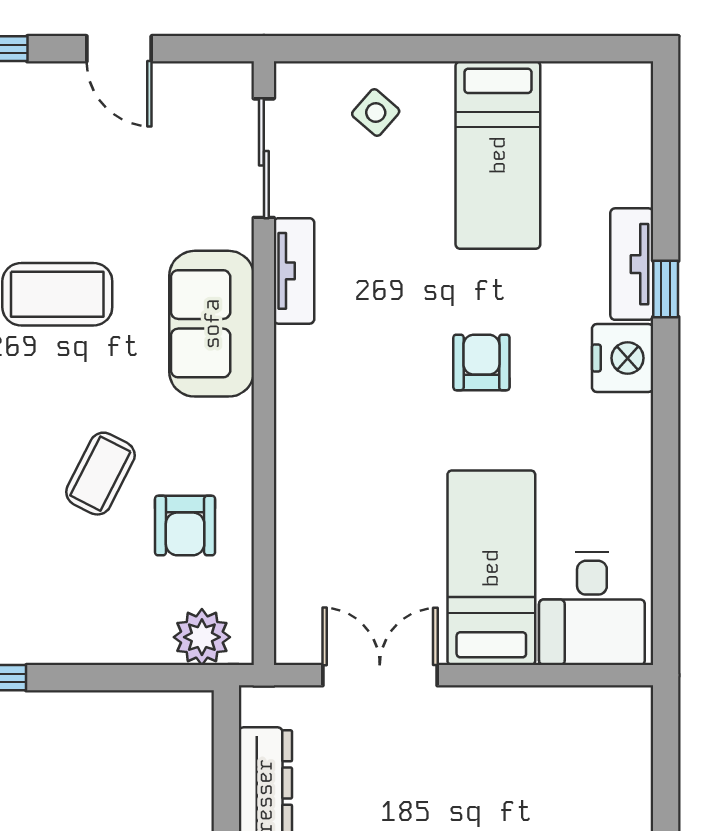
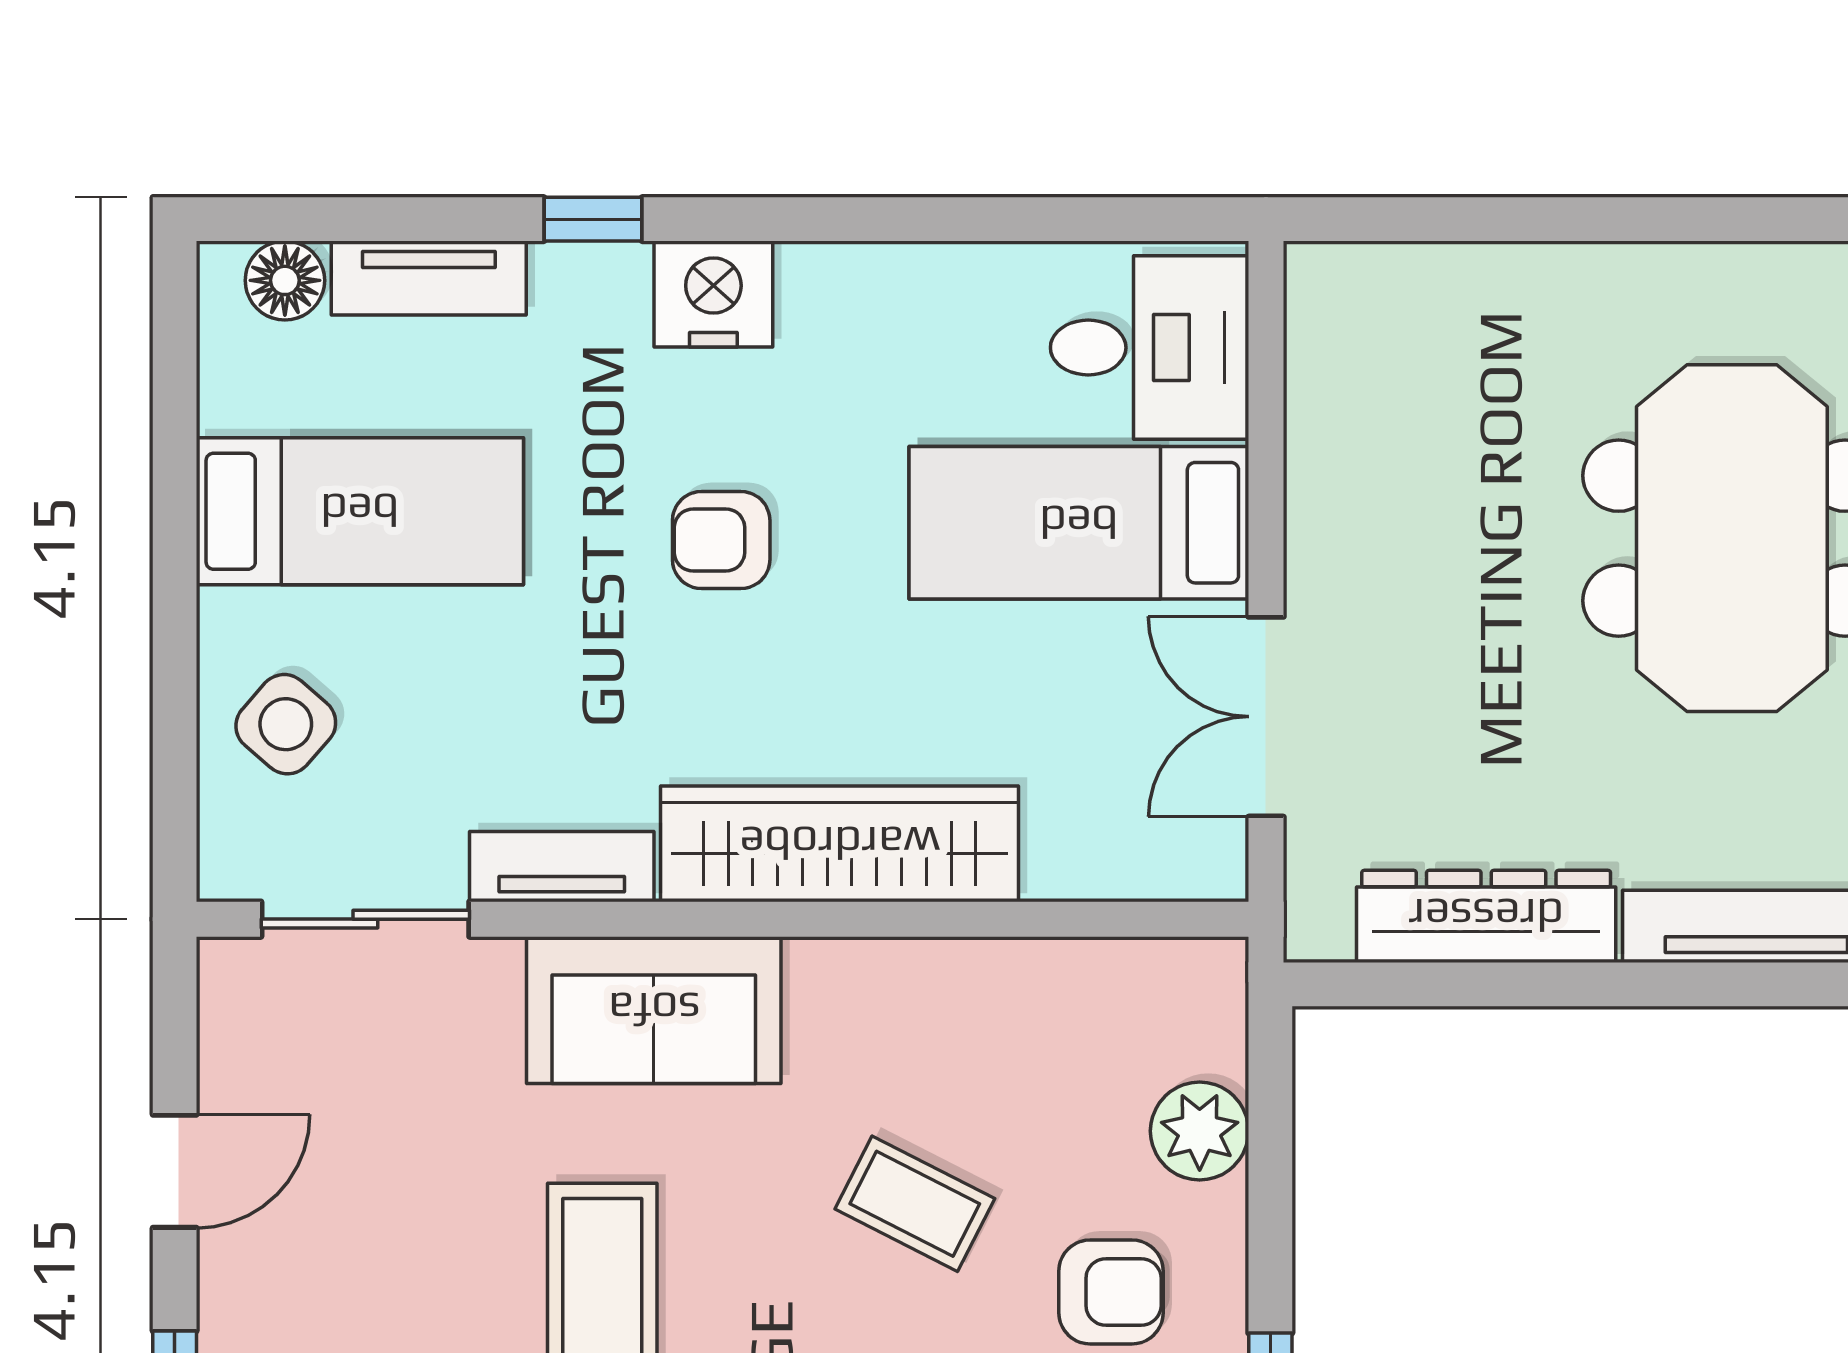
side table: (376, 112) -> (286, 724), width x1.37, depth x1.37
floor lamp: (630, 112) -> (285, 280), added
tv unit: (632, 264) -> (429, 278), moved
wardrobe: (307, 430) -> (840, 844), added
armchair: (185, 526) -> (1111, 1292), moved
plant: (202, 637) -> (1200, 1131), moved

